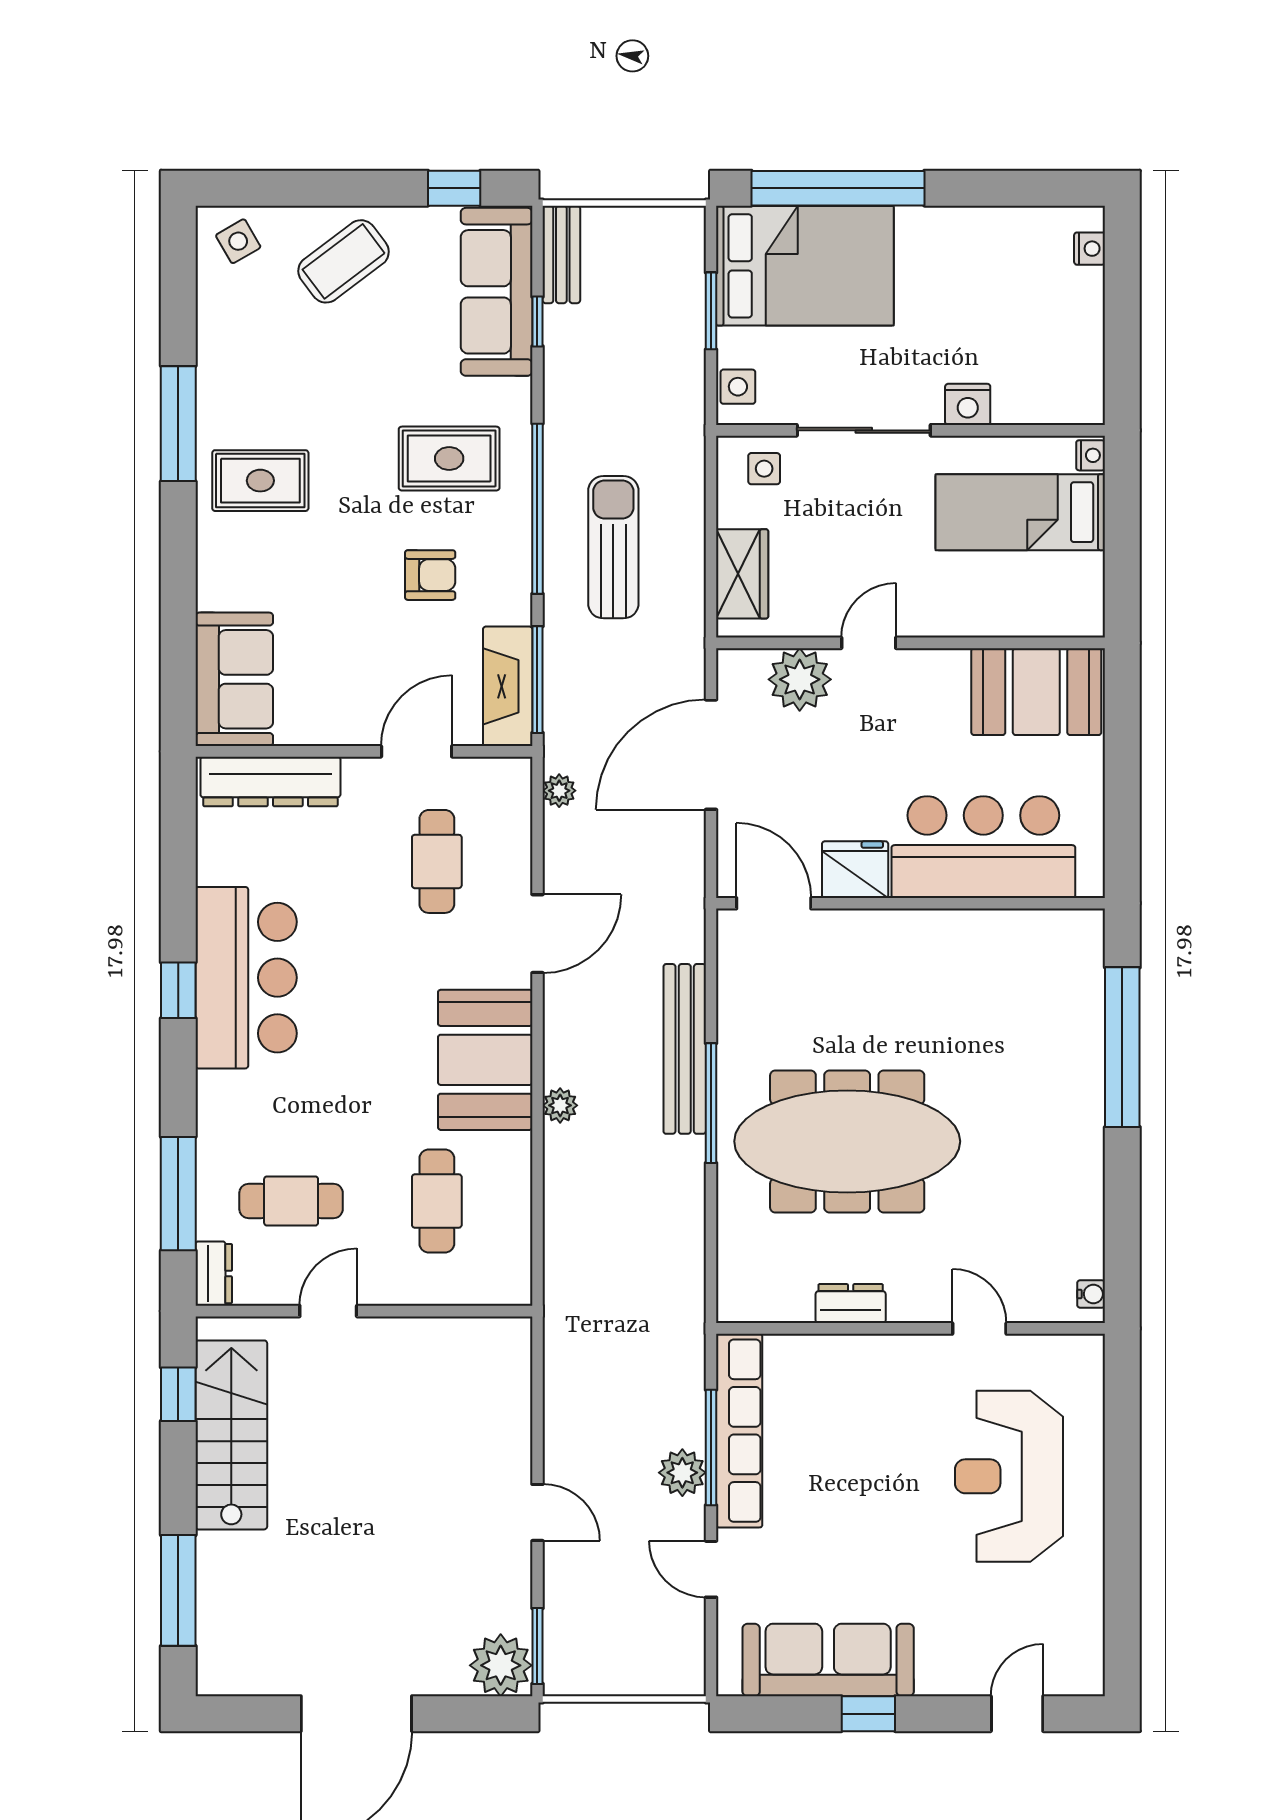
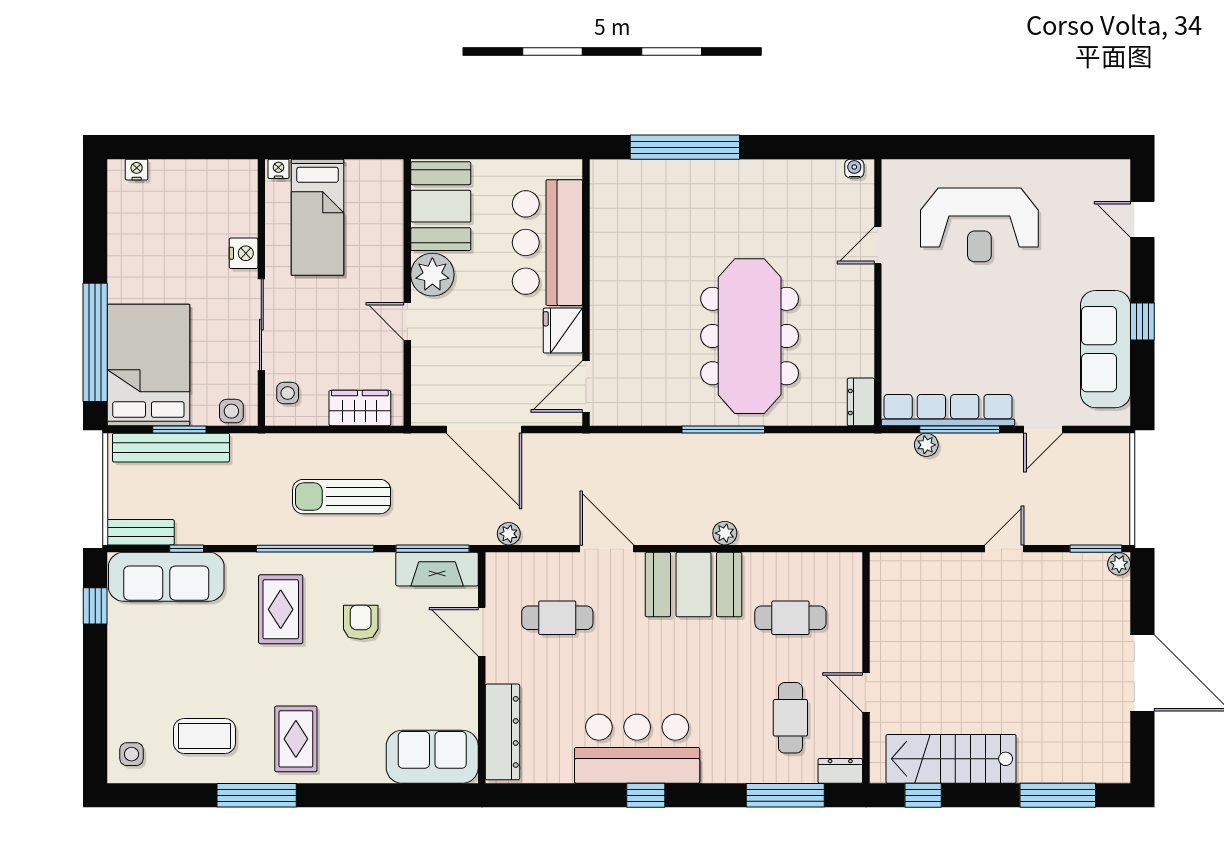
side table: (238, 241) -> (131, 754), turned 30
coffee table: (344, 261) -> (205, 736), moved, turned -53
plant: (800, 679) -> (432, 275), moved
bench: (685, 1049) -> (171, 448), moved
dresser: (851, 1304) -> (861, 402), moved
plant: (682, 1473) -> (926, 445), moved, width x0.73, depth x0.73
plant: (501, 1665) -> (1119, 564), width x0.53, depth x0.53

